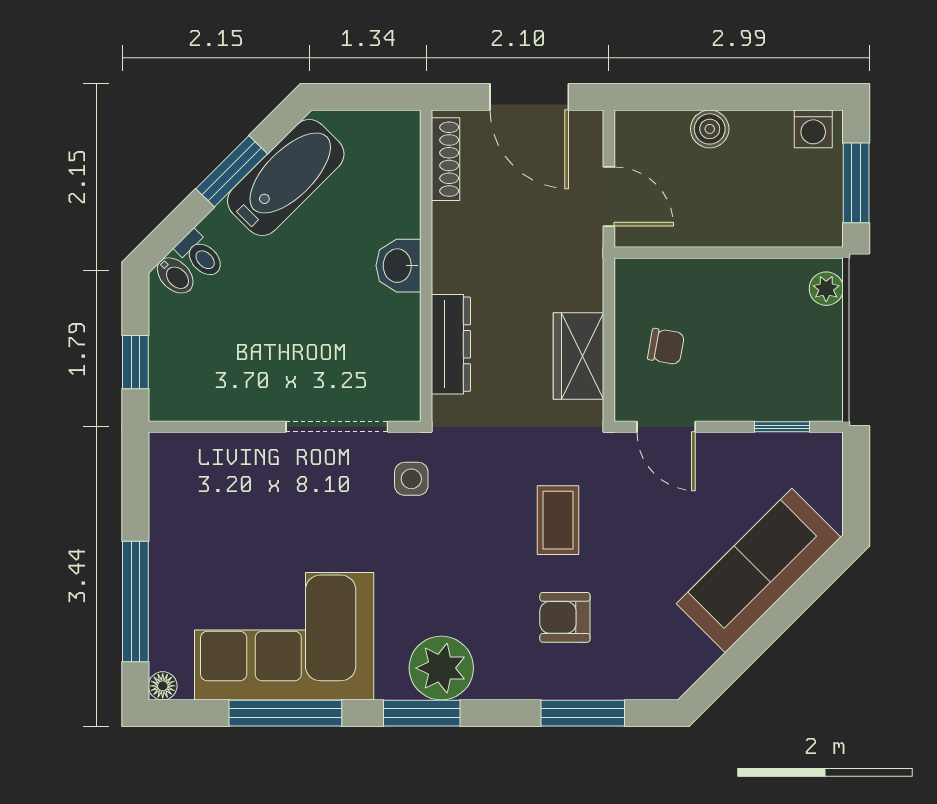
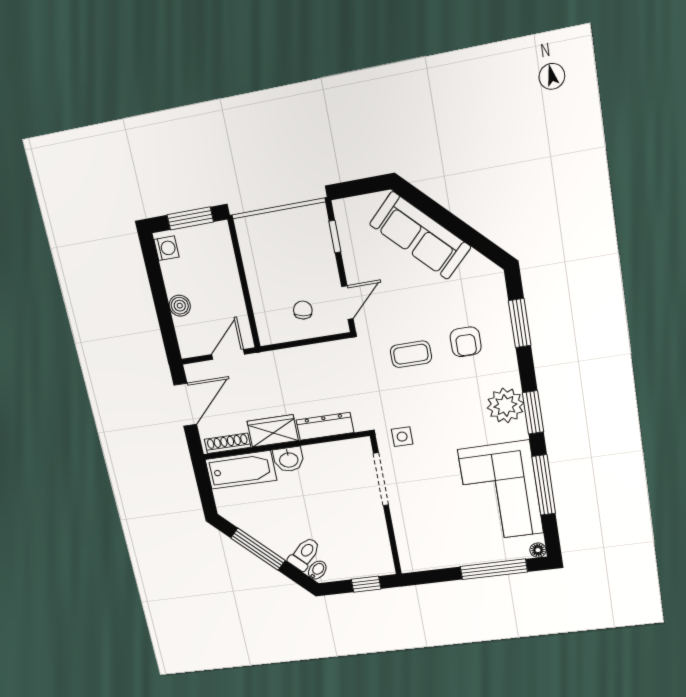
window: (232, 171) -> (258, 549), width x1.44
bathtub: (286, 177) -> (241, 470), moved, turned 135
toilet: (200, 255) -> (304, 554), width x1.37, depth x1.39
plant: (826, 289) -> (252, 225), removed
wardrobe: (579, 356) -> (273, 431), moved, turned 180

